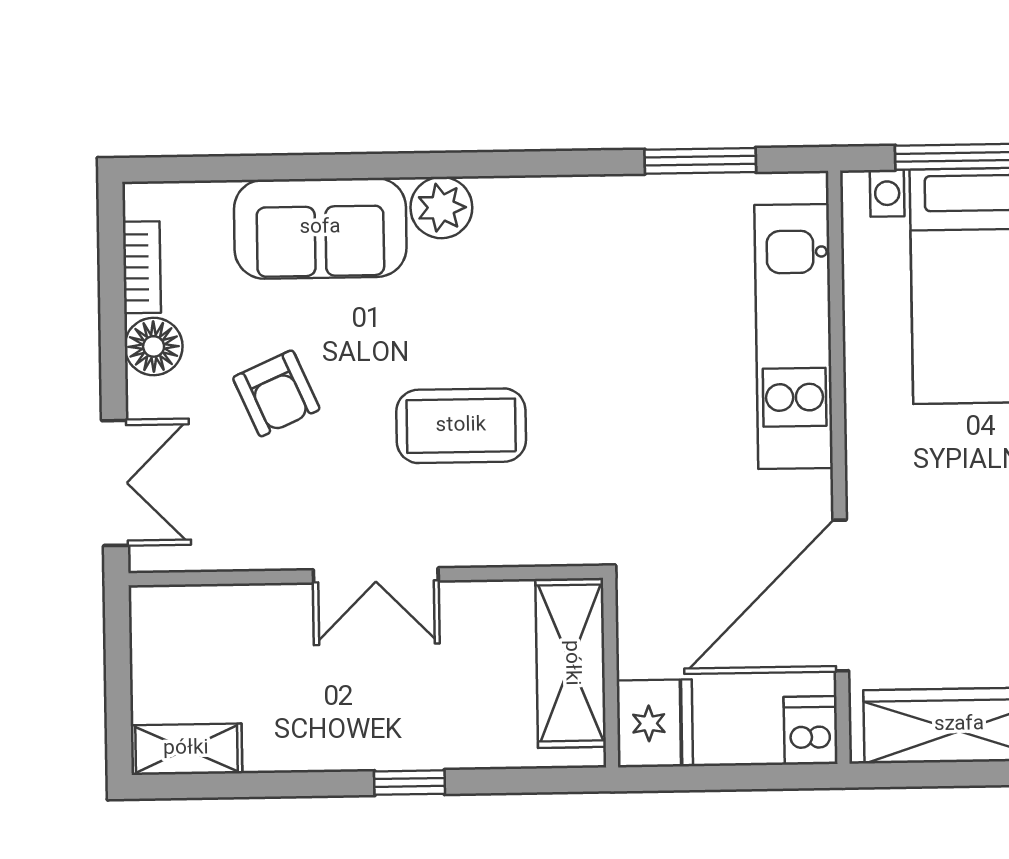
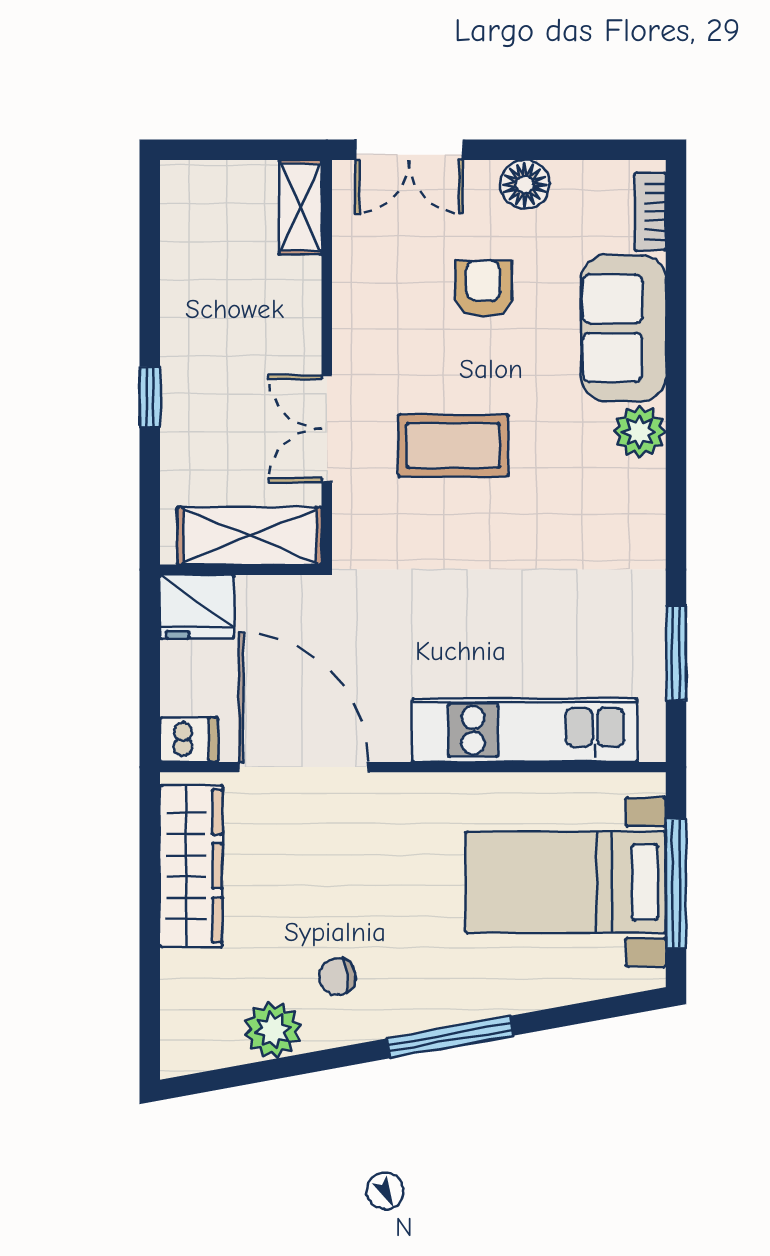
bookcase: (142, 267) -> (650, 212), moved, turned 90
armchair: (276, 393) -> (483, 288), turned 114
coffee table: (461, 426) -> (453, 446), turned 90
double door: (376, 575) -> (327, 429), moved
shelving: (186, 749) -> (300, 207), moved

